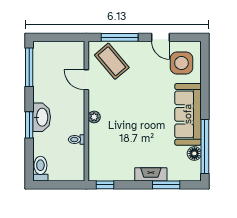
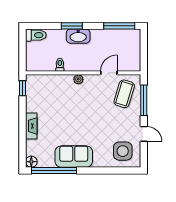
door: (161, 37) -> (144, 134), swing flipped
coffee table: (112, 61) -> (124, 94), turned -33
sofa: (188, 114) -> (74, 157), width x0.73
floor lamp: (194, 153) -> (31, 162), moved
window: (166, 185) -> (23, 139), removed

